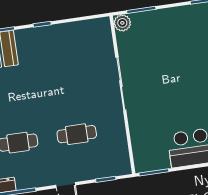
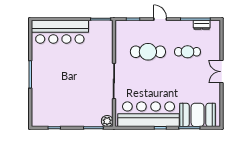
bar counter: (62, 42) -> (149, 114), added
cafe table: (77, 134) -> (148, 52), width x1.37, depth x1.35

